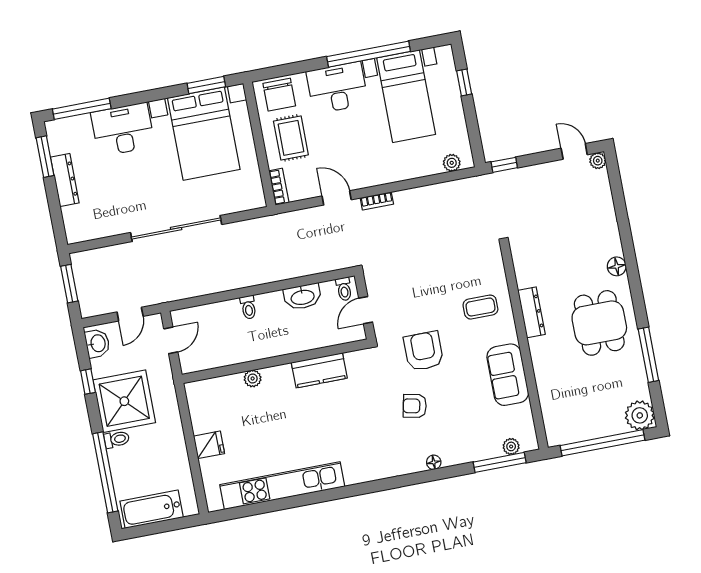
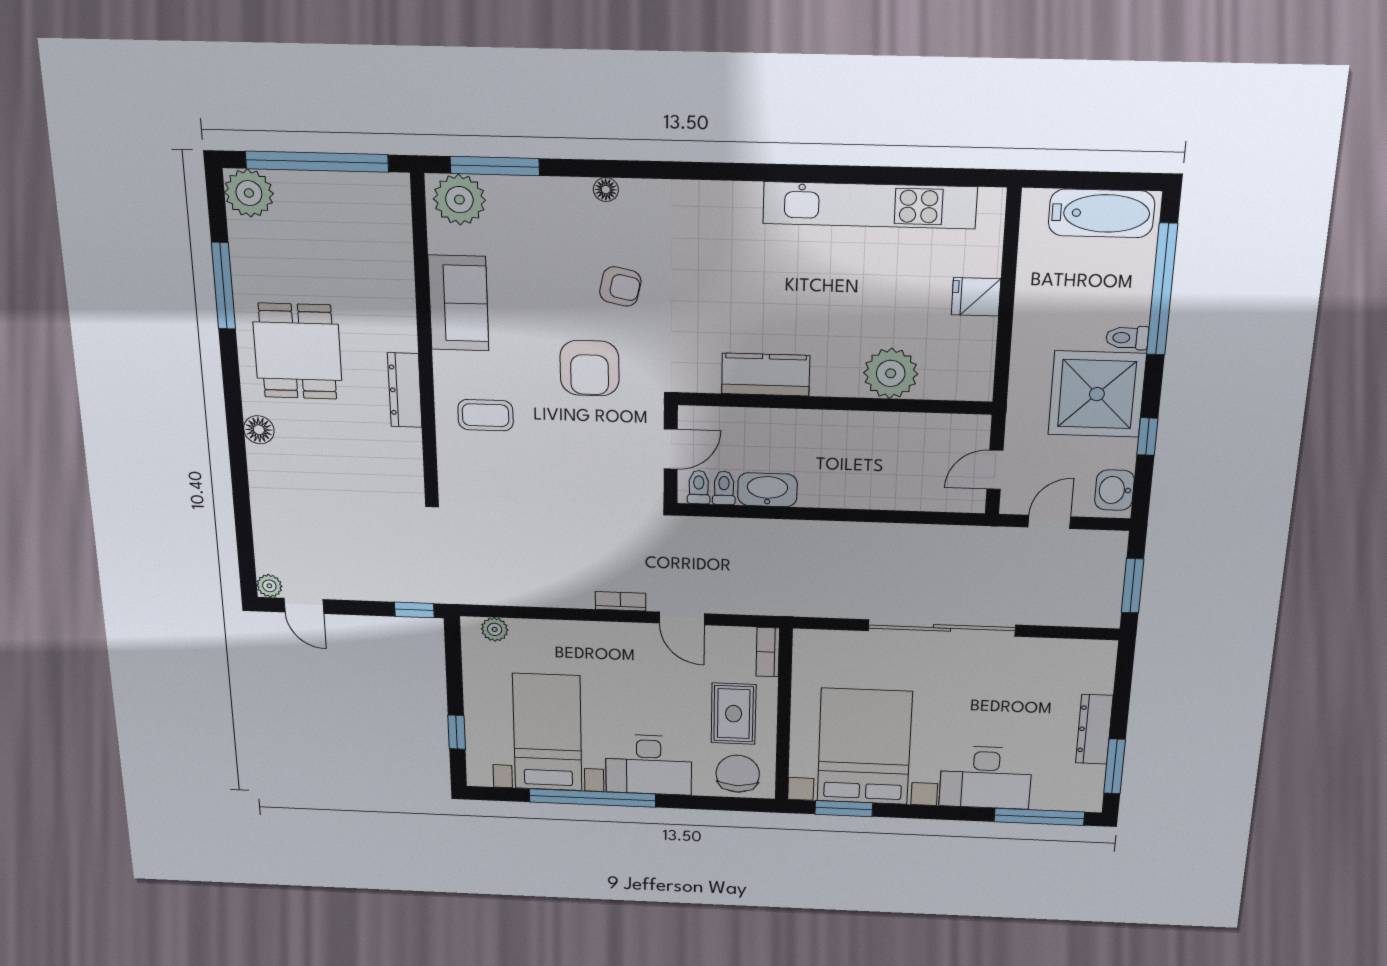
toilet: (248, 307) -> (724, 488), moved
plant: (253, 378) -> (891, 373), width x1.88, depth x1.88
plant: (511, 446) -> (459, 200), width x1.88, depth x1.88

